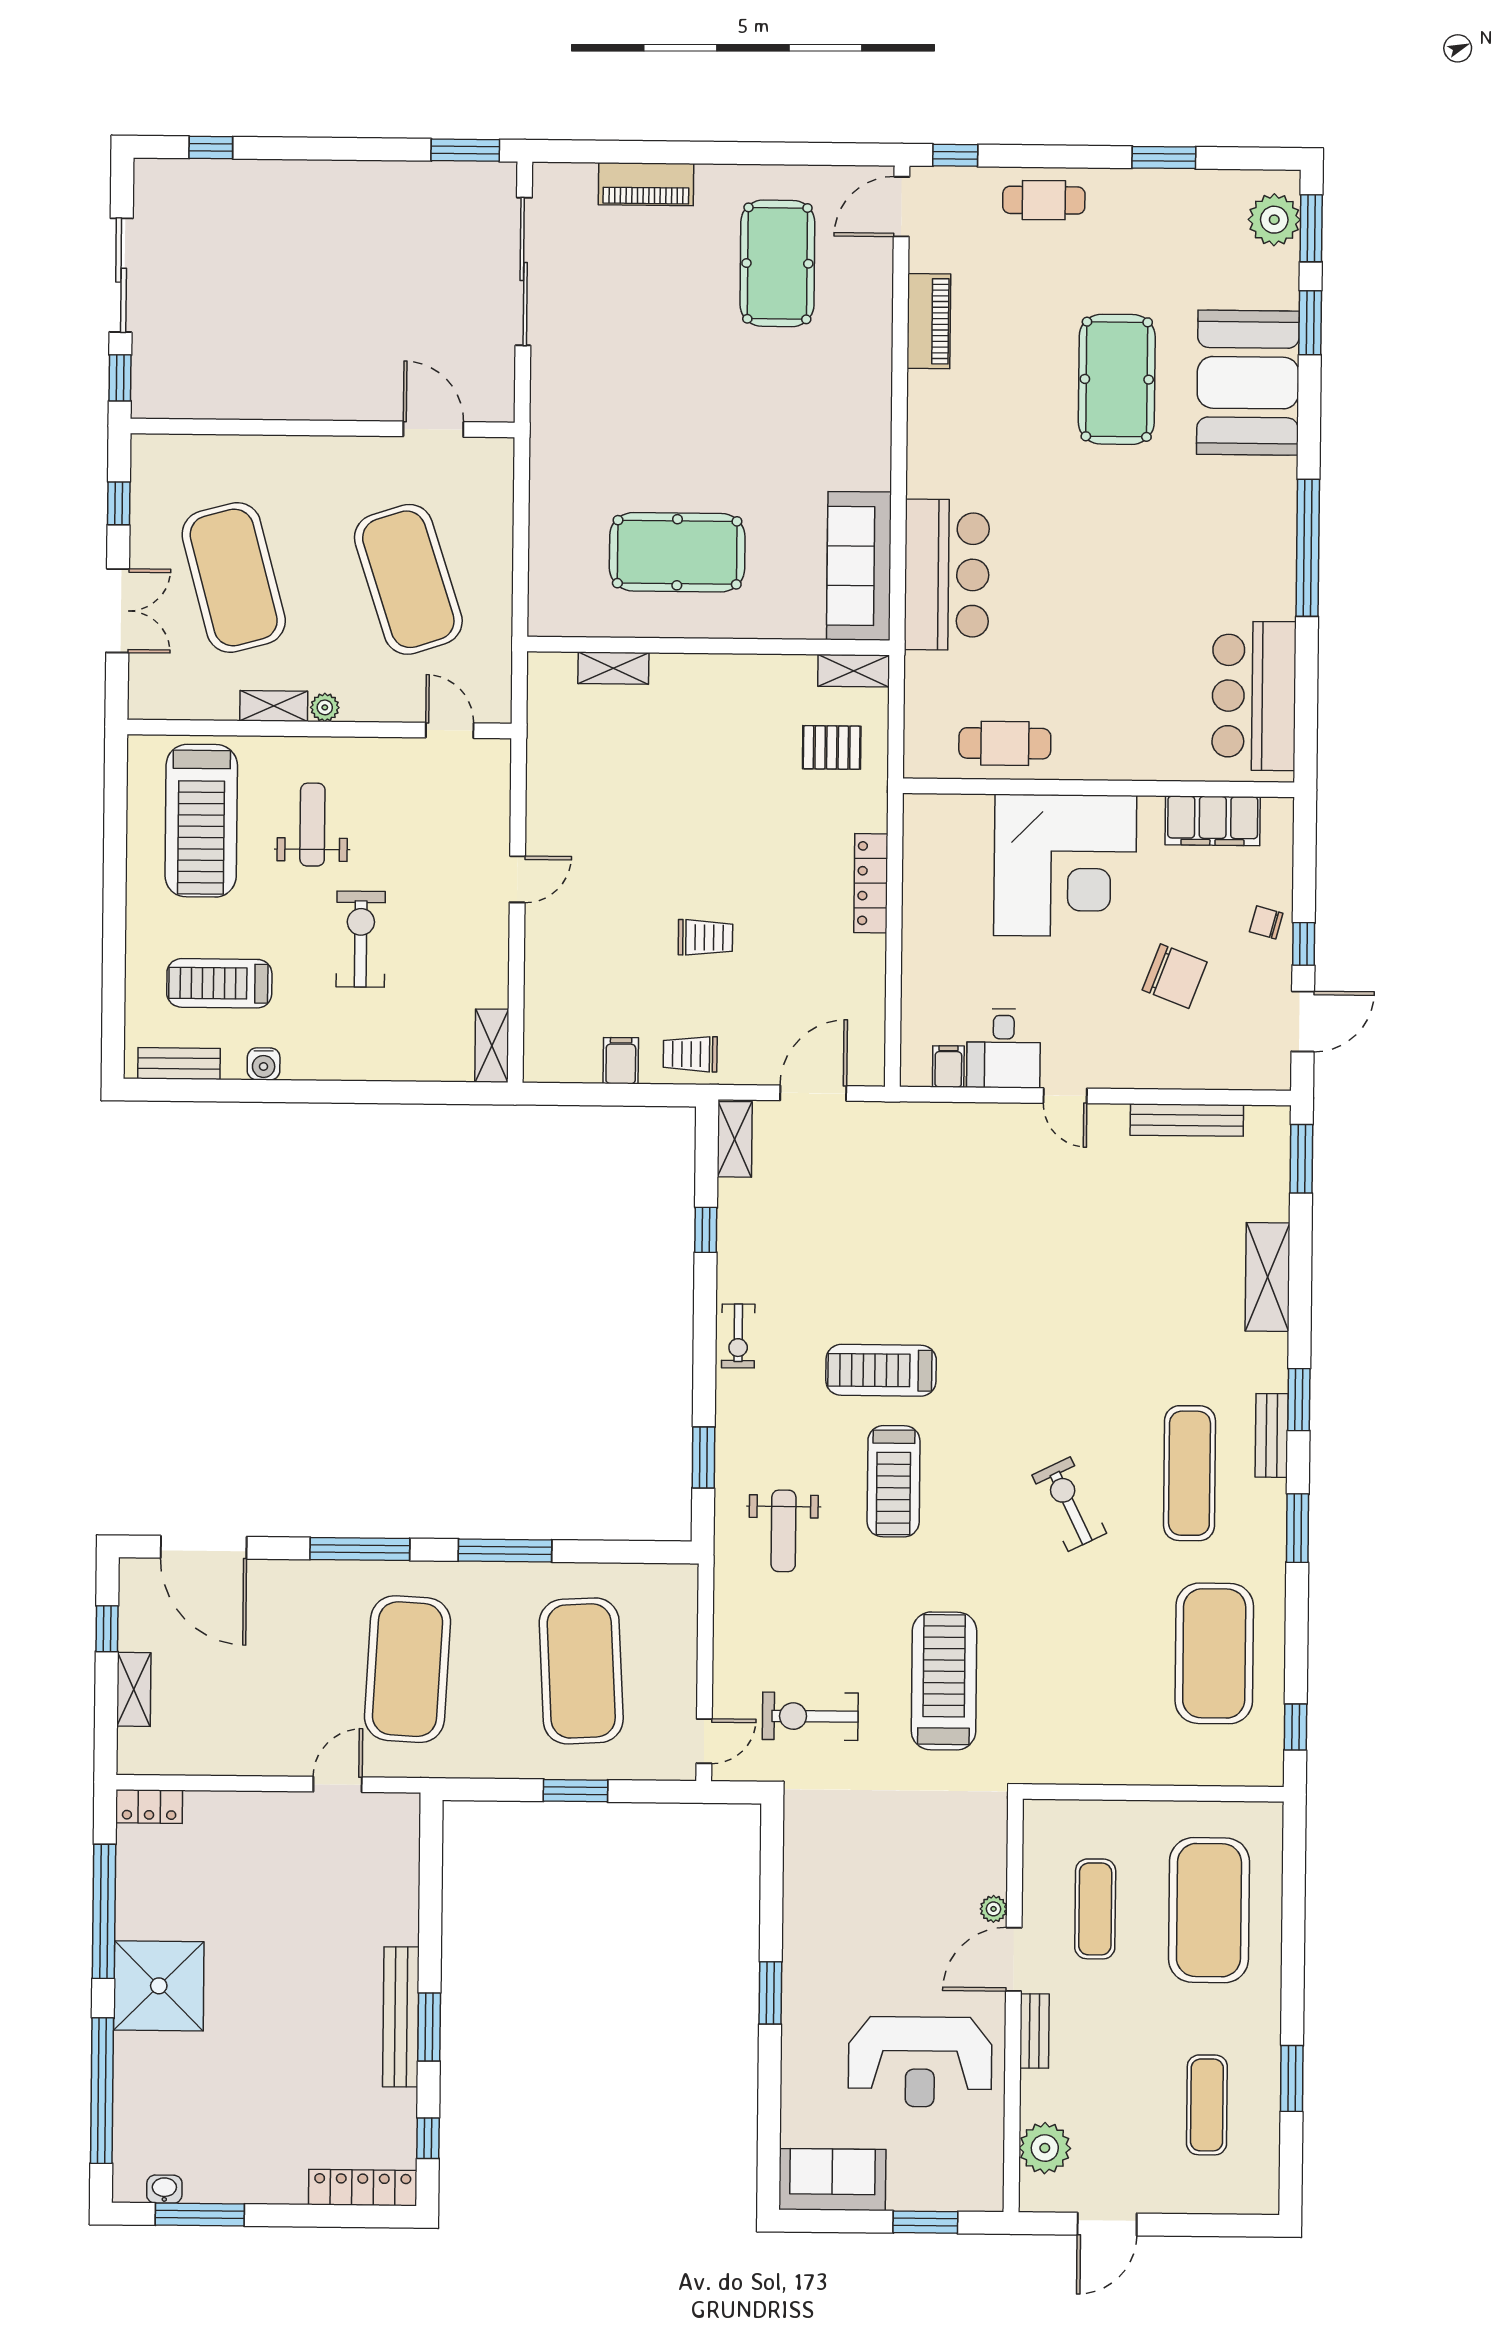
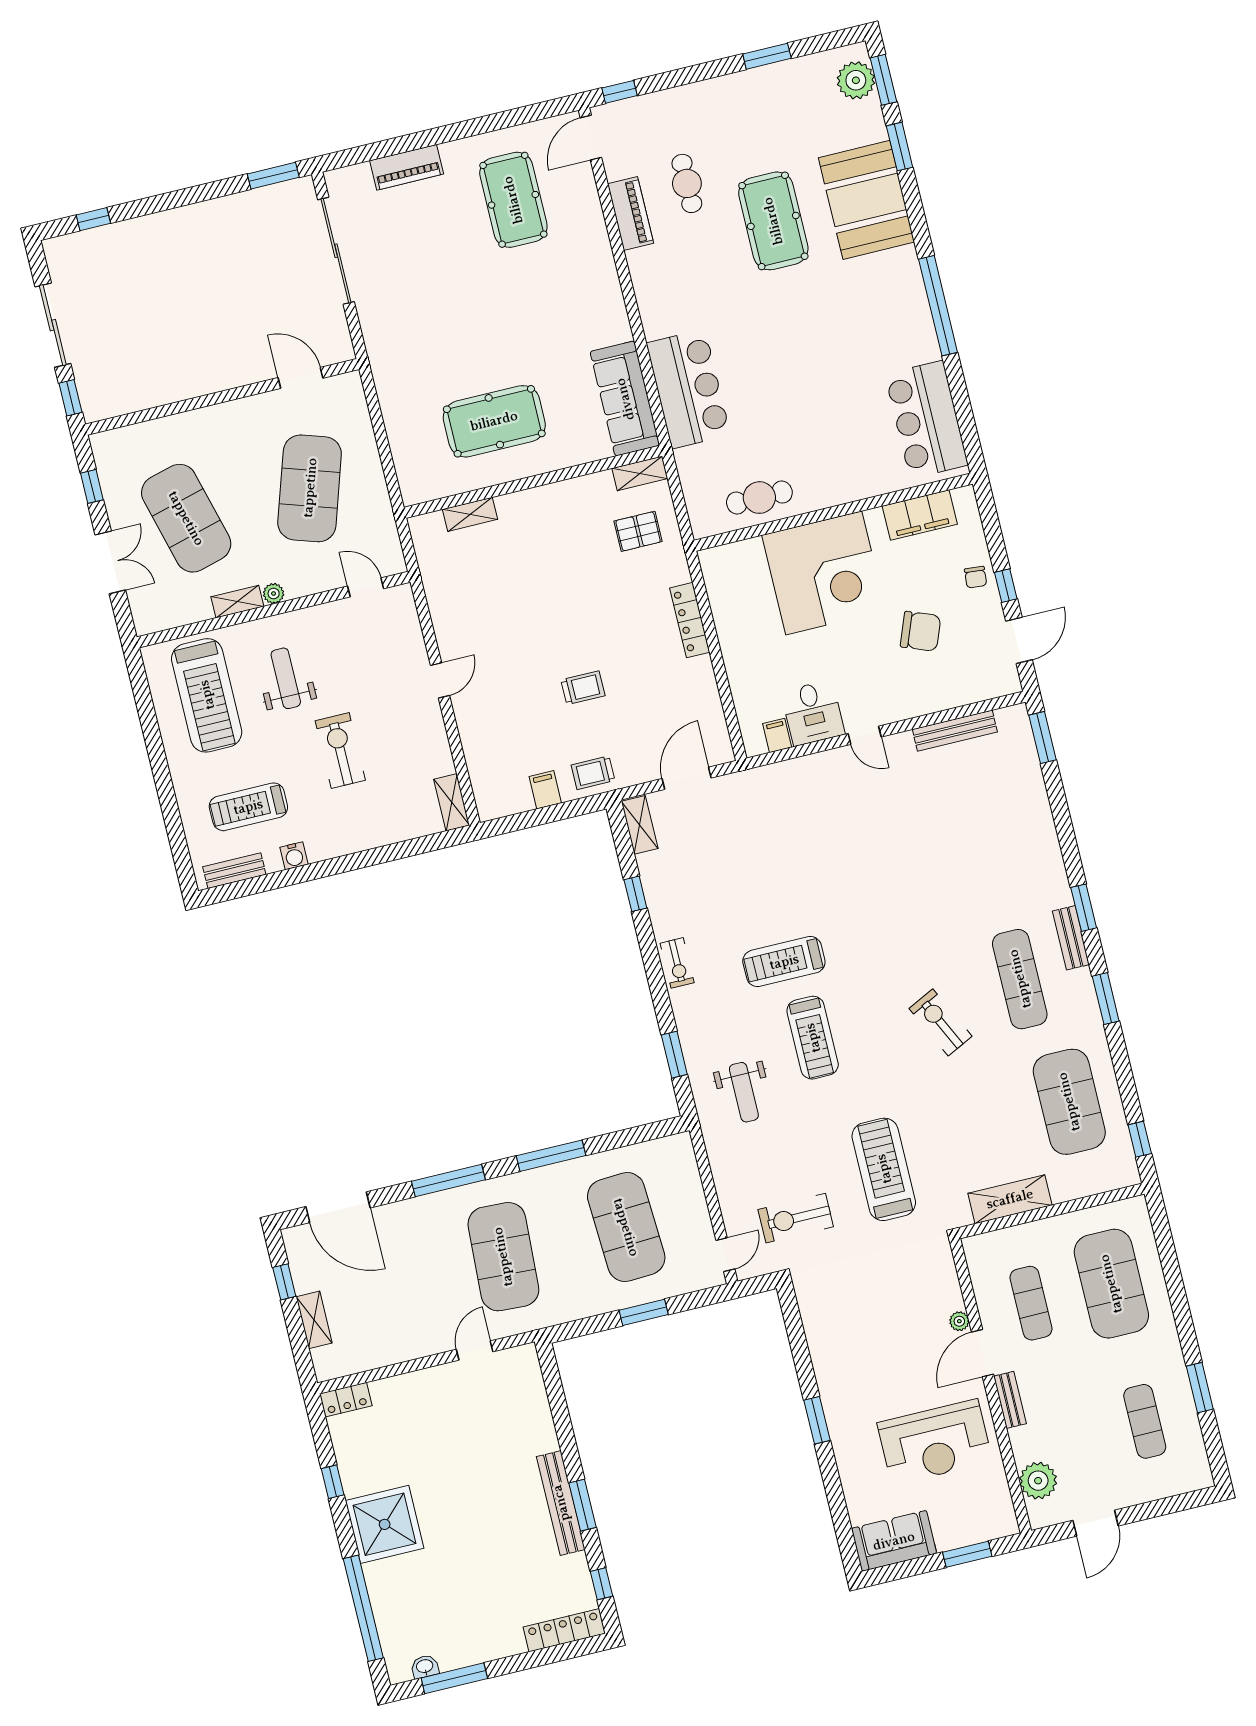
cafe table: (1044, 200) -> (687, 183), moved, turned 90
exercise mat: (408, 579) -> (310, 488), turned 36
chair: (1266, 922) -> (976, 577), turned -100
shelving: (1268, 1277) -> (1010, 1199), moved, turned 90
window: (104, 1911) -> (333, 1482), width x0.32

